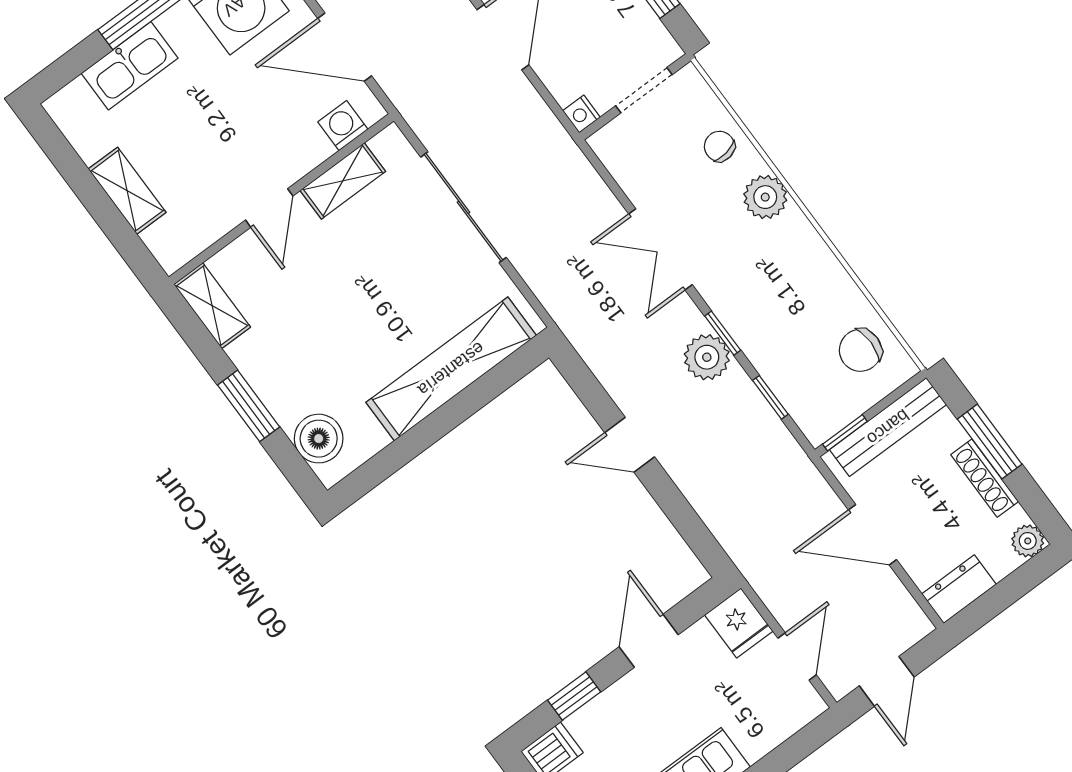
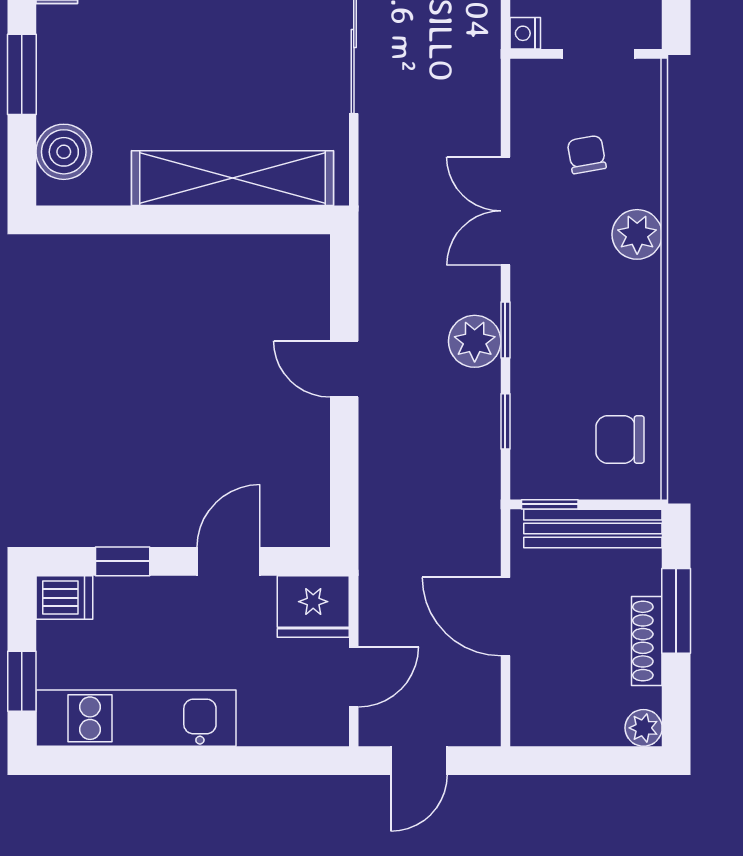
chair: (719, 146) -> (587, 155), moved
dresser: (959, 589) -> (548, 725), removed
fridge: (739, 623) -> (313, 606), width x1.38

